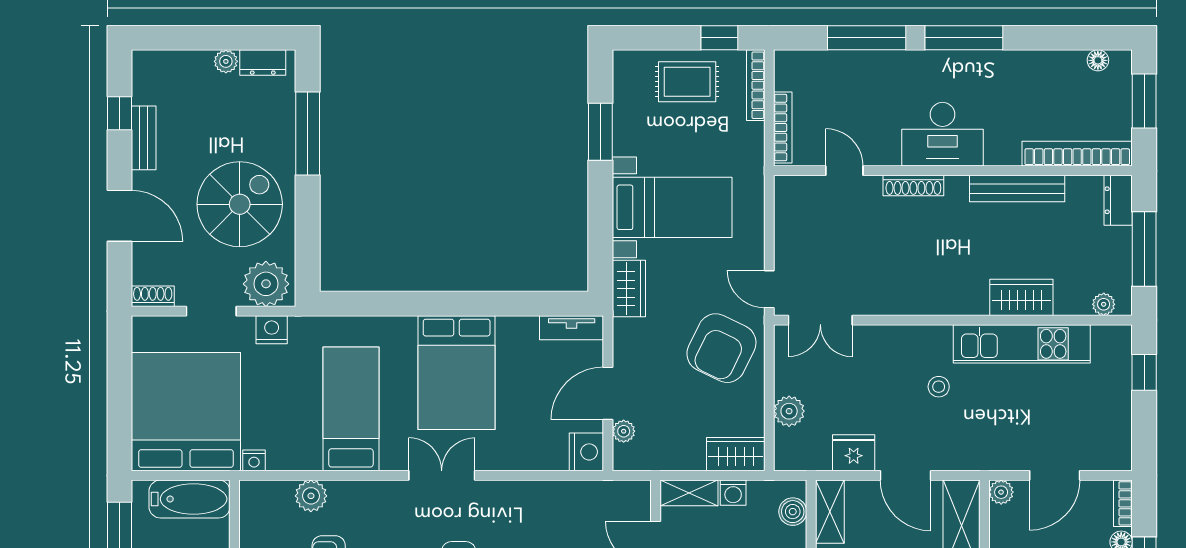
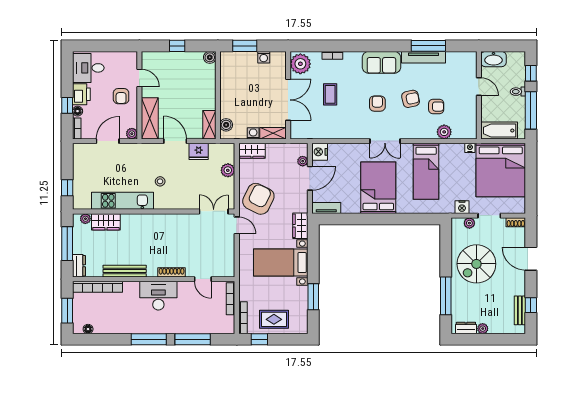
bench: (144, 138) -> (520, 310), moved
plant: (266, 284) -> (469, 223), width x0.53, depth x0.53
wardrobe: (1021, 297) -> (106, 222), moved

